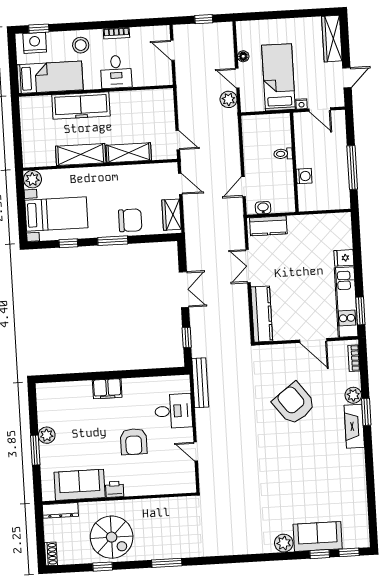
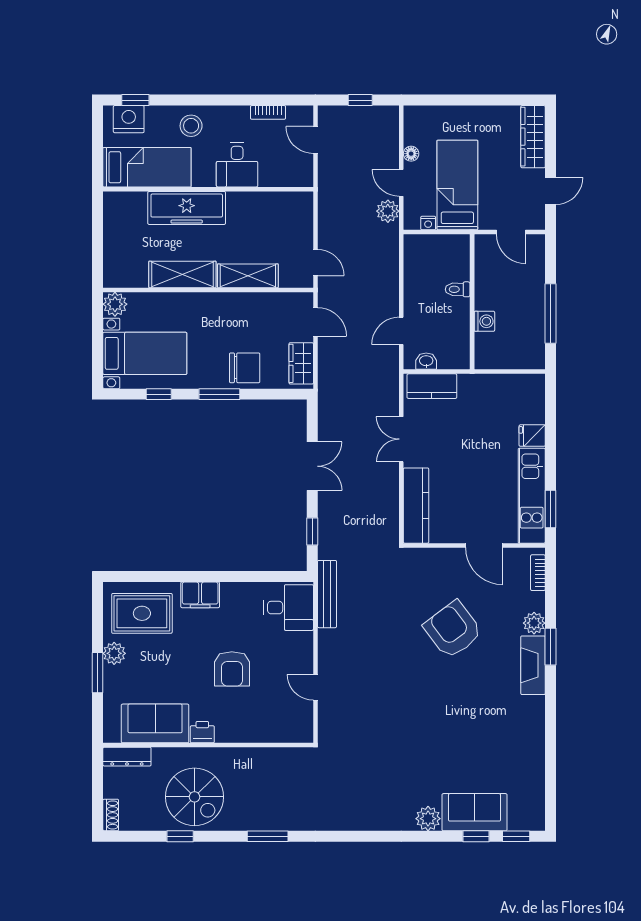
bookcase: (116, 33) -> (268, 112), moved
nightstand: (301, 104) -> (428, 223), moved
rug: (65, 405) -> (142, 613), added
desk: (173, 411) -> (288, 608), moved

